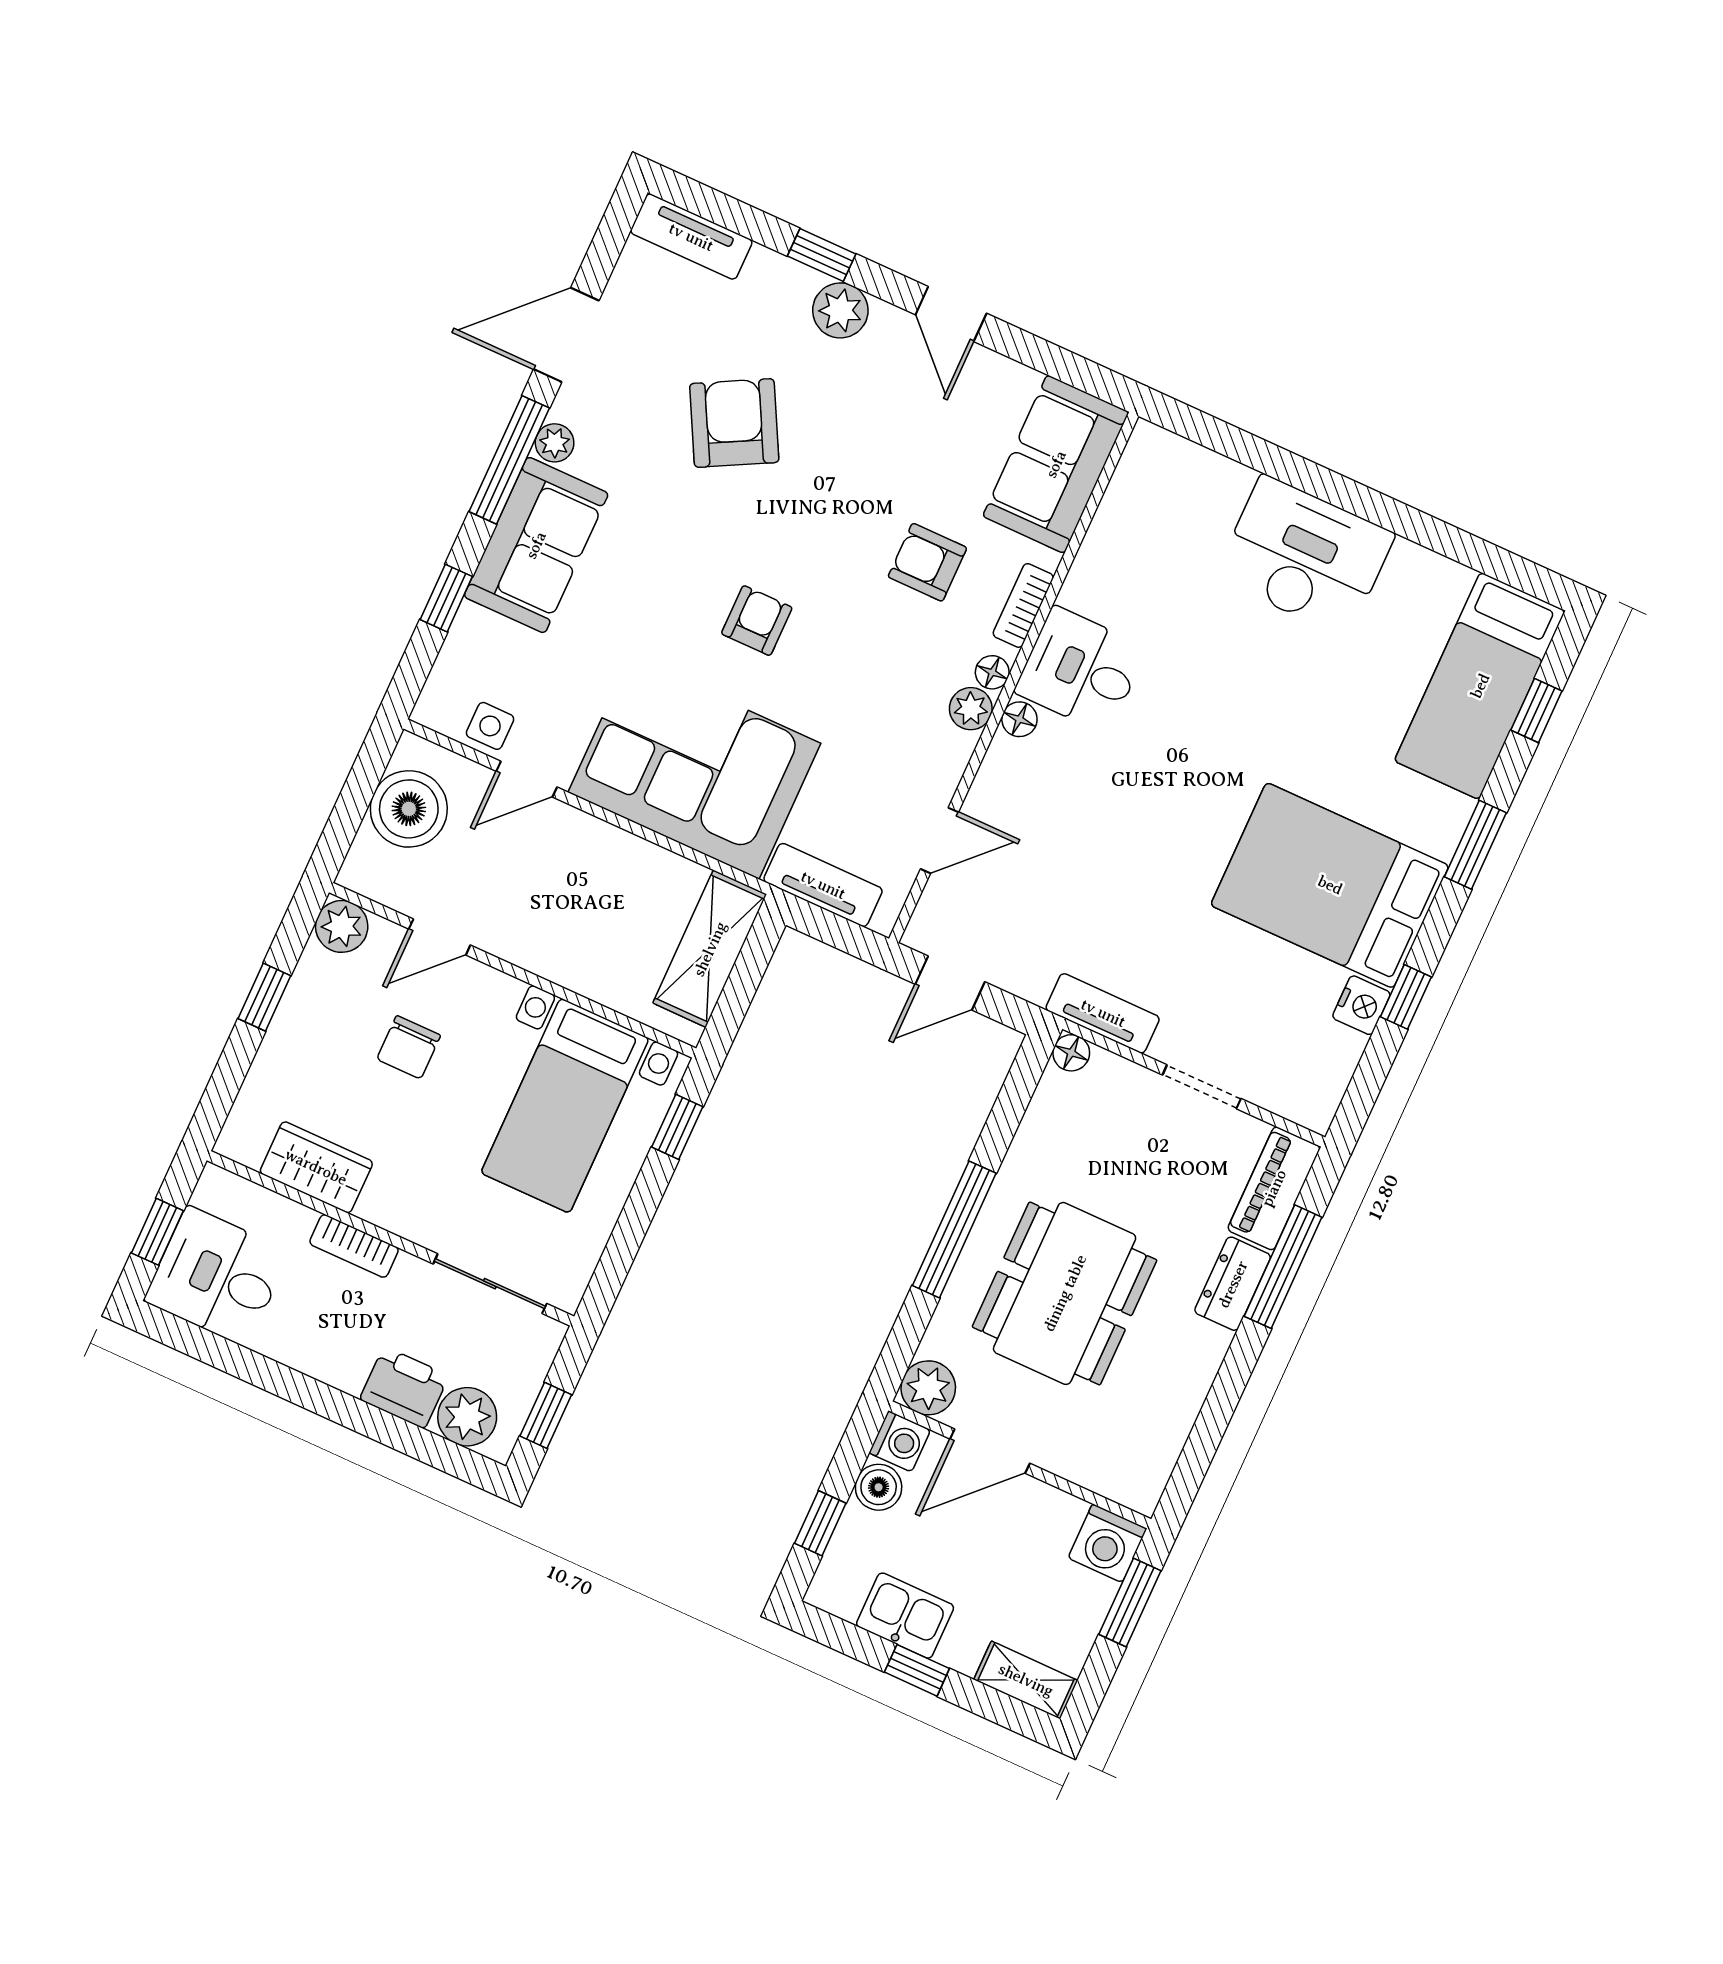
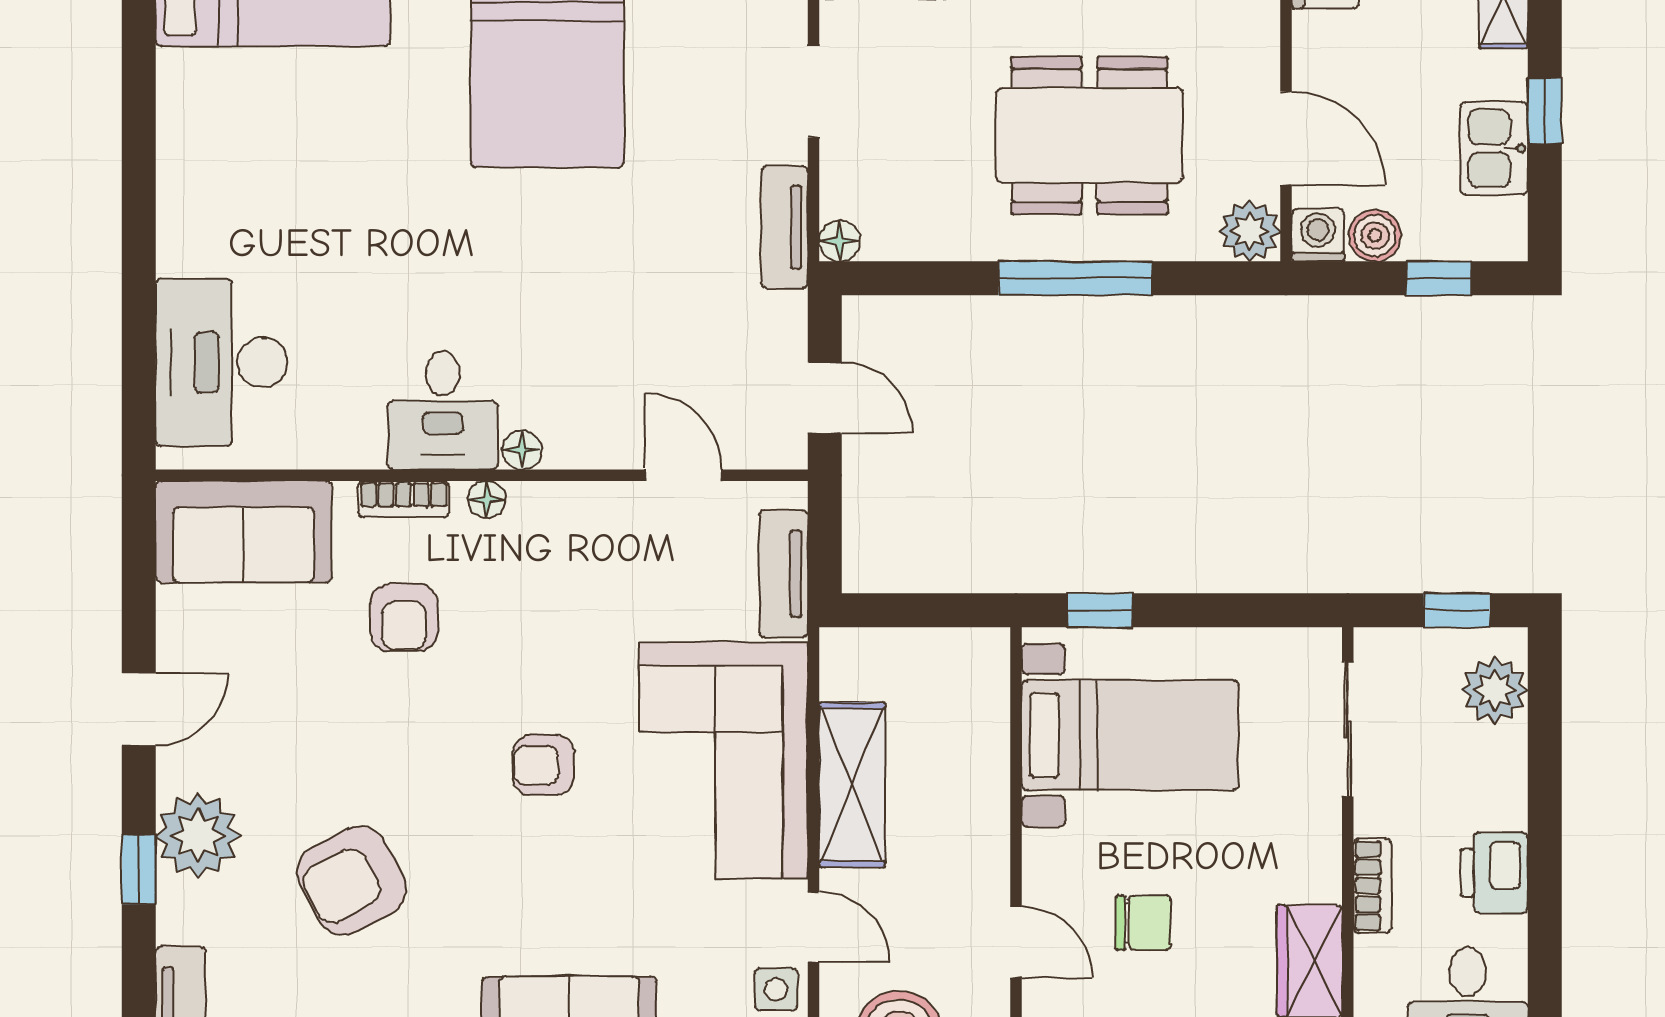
plant: (840, 310) -> (198, 836), width x1.36, depth x1.36
desk: (1305, 556) -> (221, 362), moved
plant: (971, 709) -> (534, 505), removed
shelving: (710, 949) -> (852, 785), moved, turned 90
printer: (404, 1387) -> (1494, 873), moved

